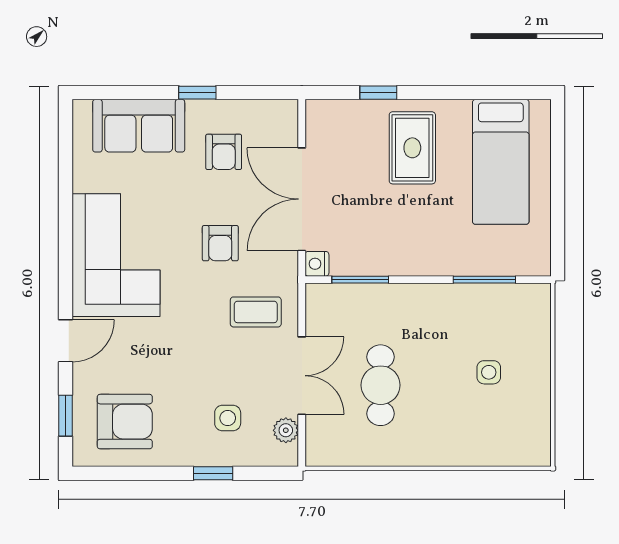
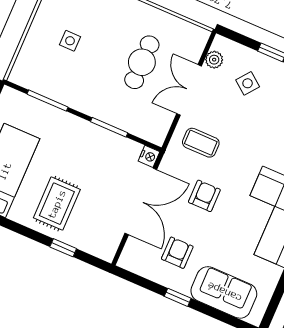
window: (360, 280) -> (109, 127), moved
side table: (228, 418) -> (248, 83), turned 38

